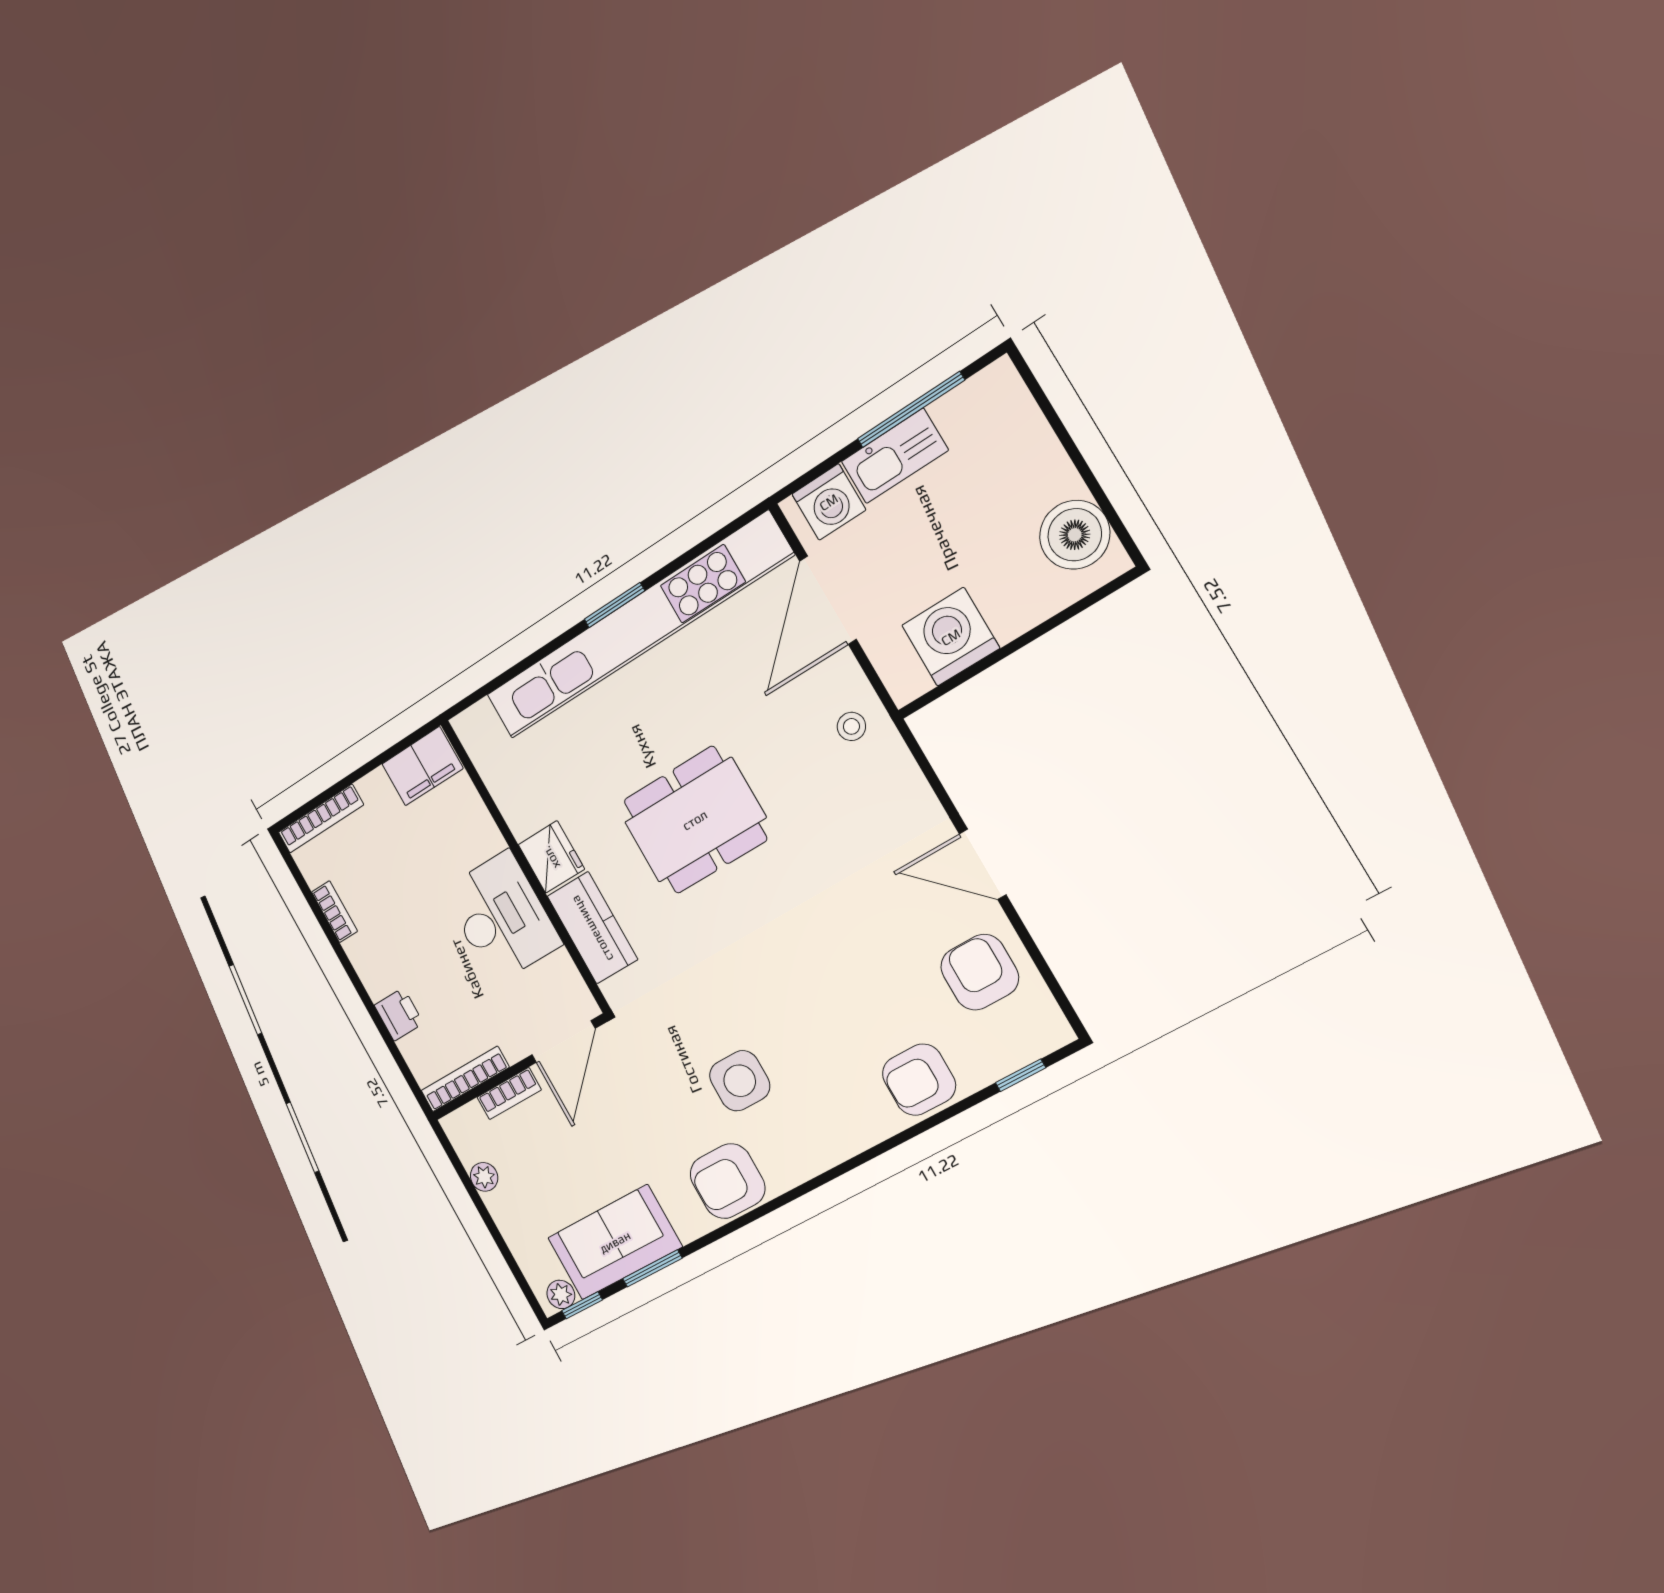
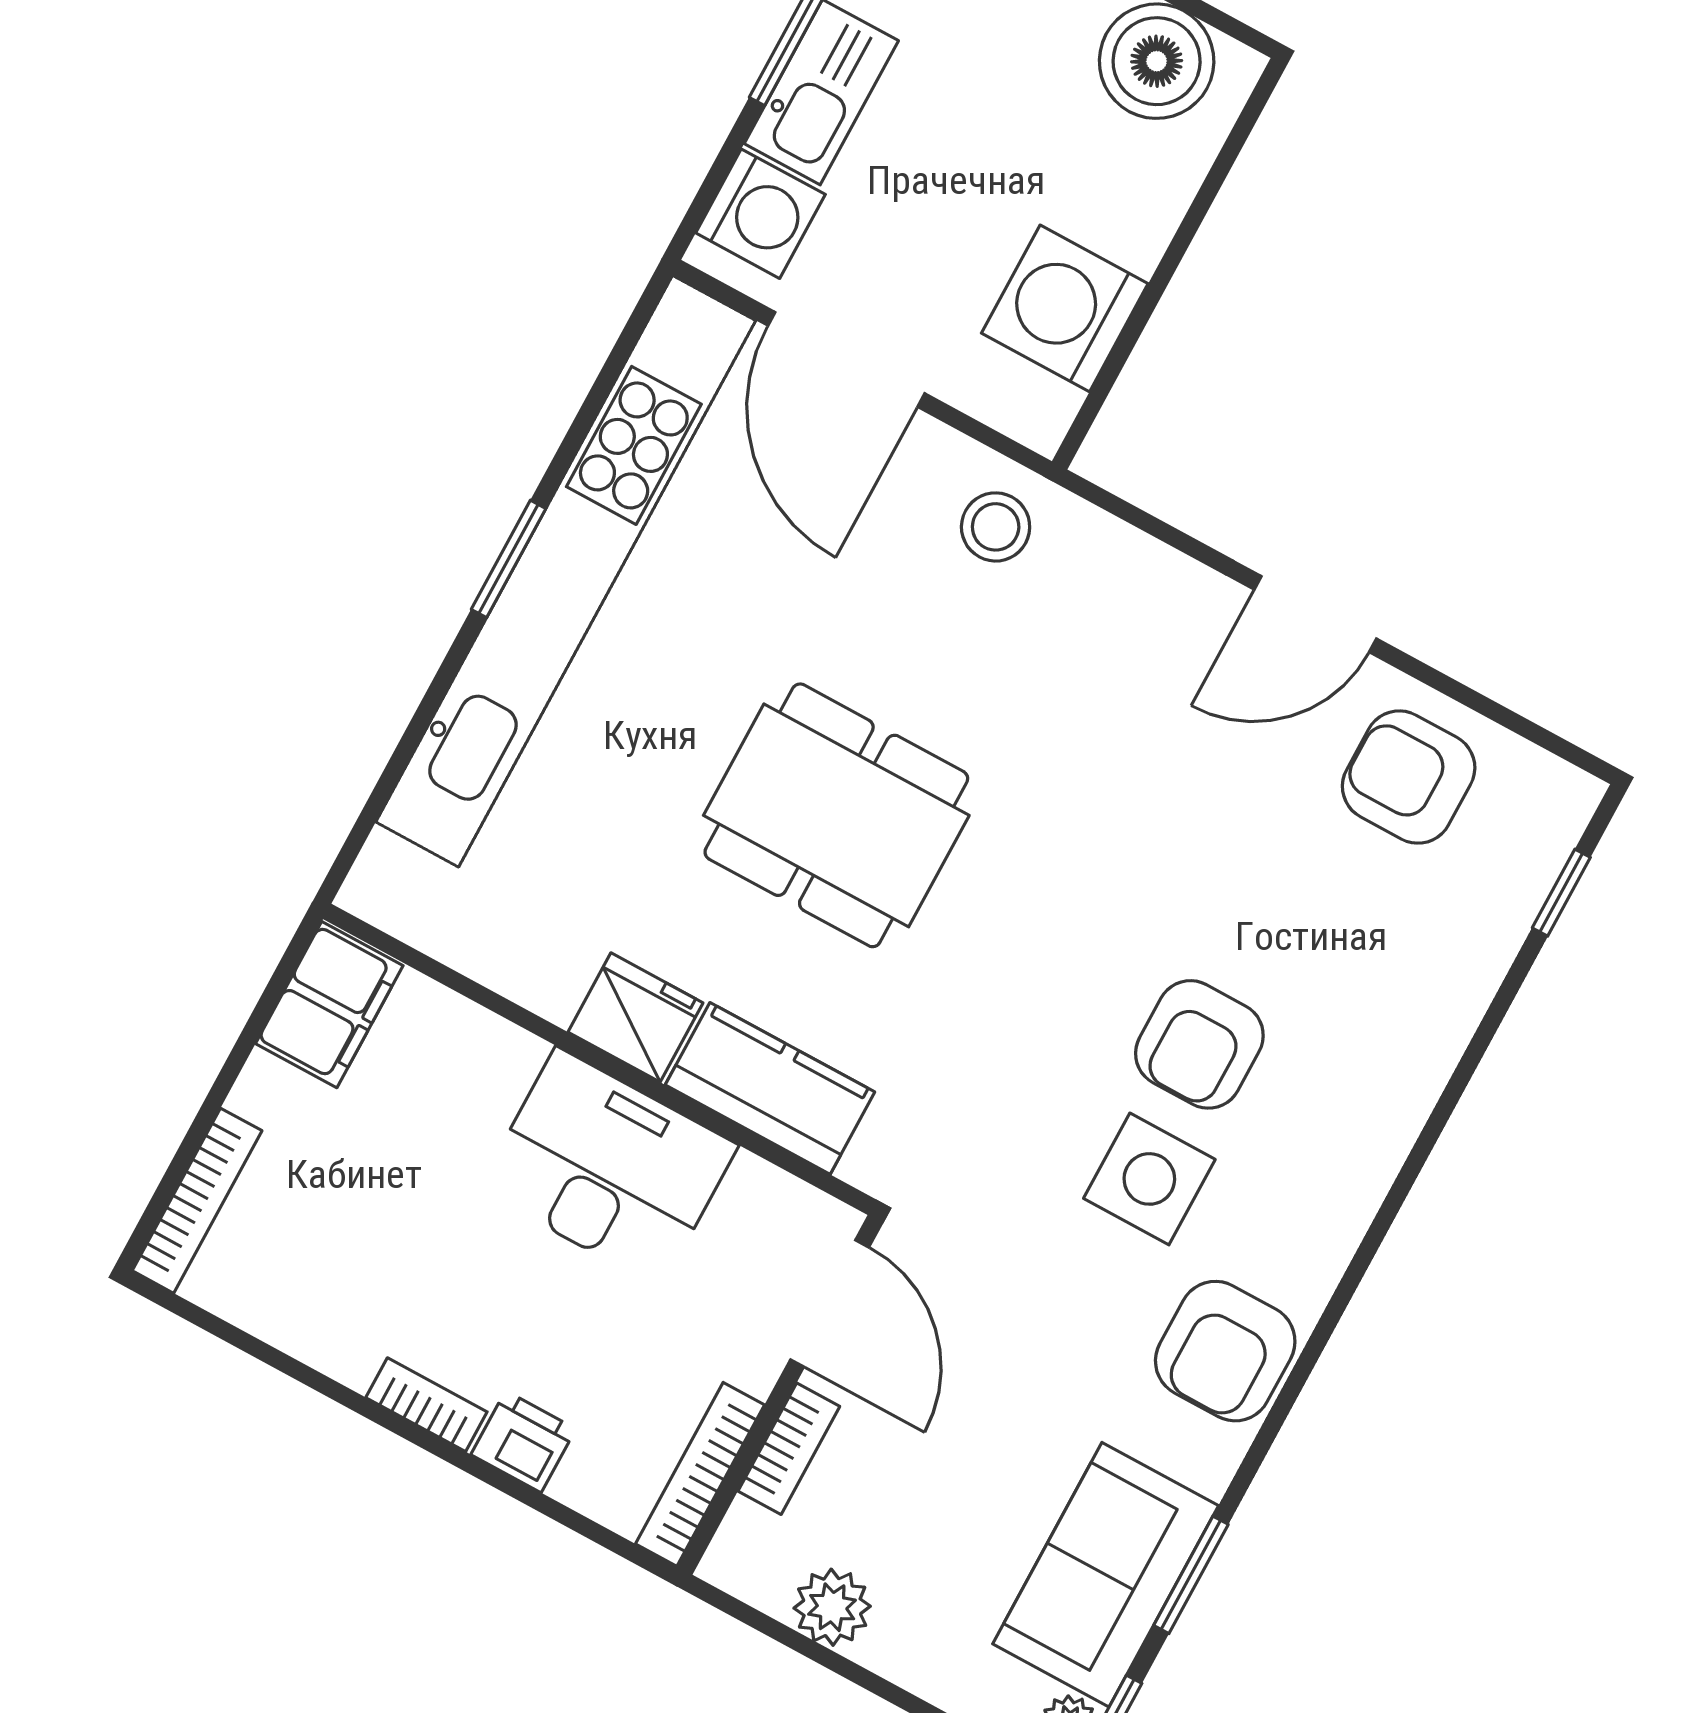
stool: (851, 726) -> (996, 527), width x1.37, depth x1.37
dining table: (695, 820) -> (836, 815), turned 90
bookcase: (335, 912) -> (426, 1405), moved
armchair: (919, 1080) -> (1199, 1044), moved
plant: (484, 1177) -> (832, 1607), width x1.38, depth x1.38

